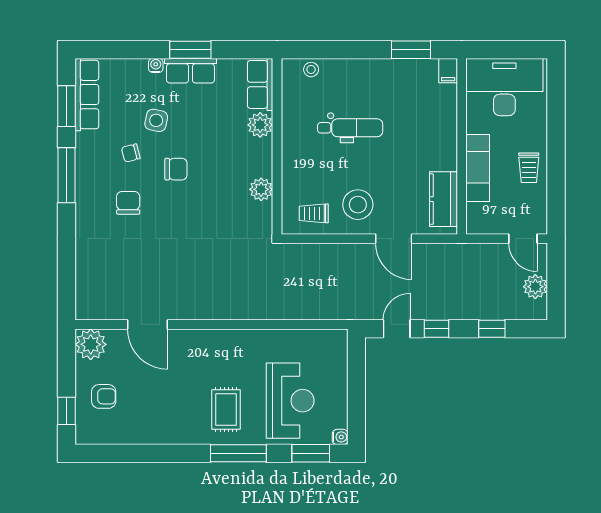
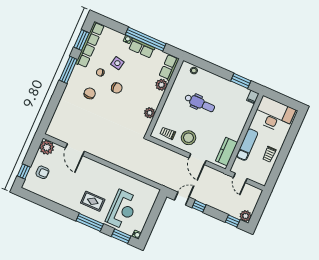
window: (190, 50) -> (146, 39), width x2.11
row of seats: (87, 95) -> (90, 45), width x1.36
door: (523, 239) -> (240, 178), moved
plant: (535, 287) -> (245, 216), moved
window: (492, 329) -> (233, 221), moved
rug: (226, 410) -> (93, 201), turned 90

